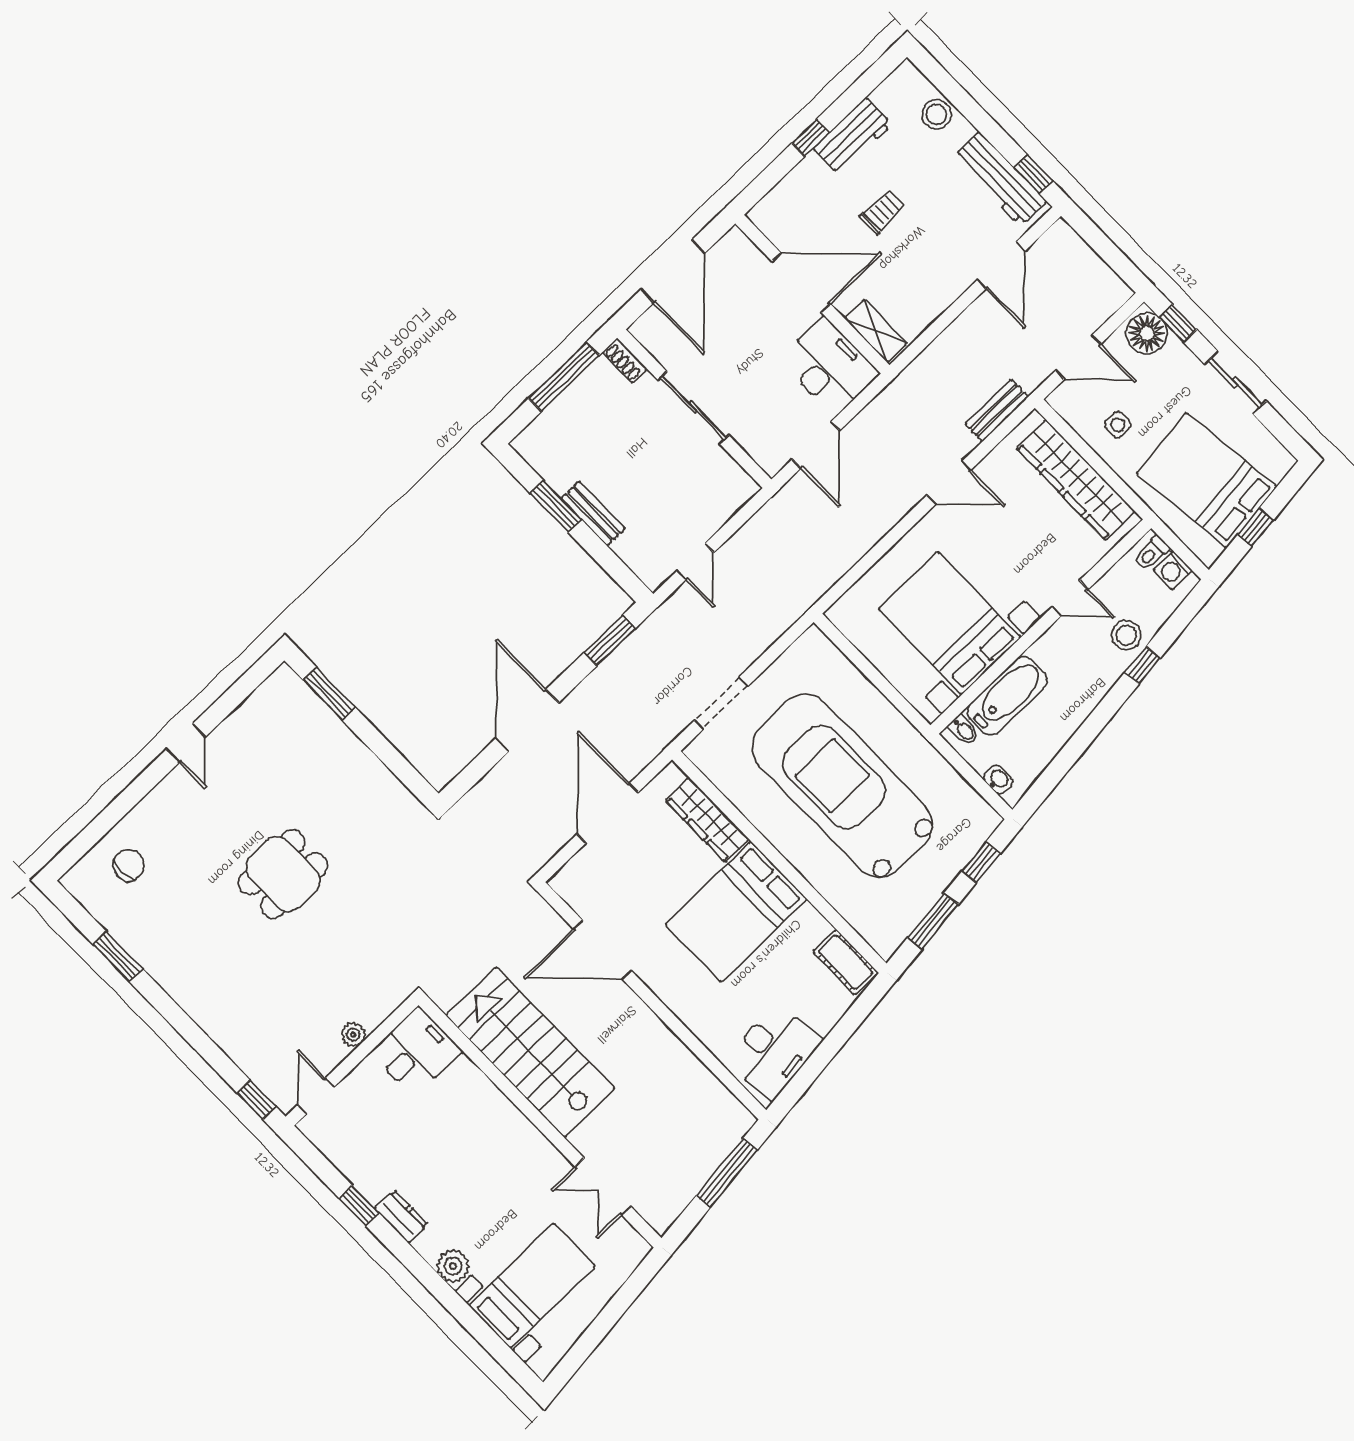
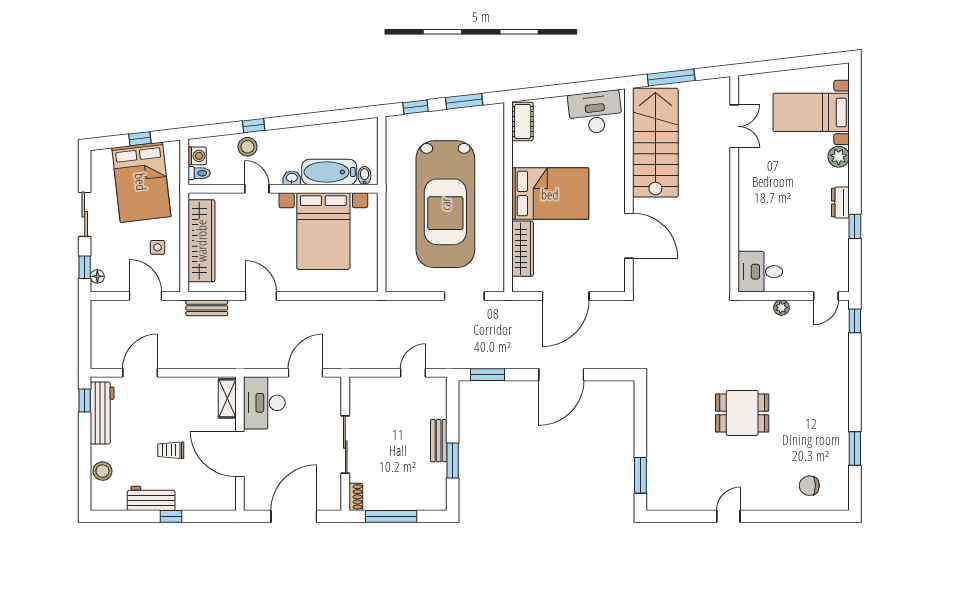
floor lamp: (1147, 333) -> (97, 276), width x0.53, depth x0.53
washbasin: (998, 780) -> (292, 178), moved, turned 90
stairs: (530, 1052) -> (655, 143), moved, turned 180

